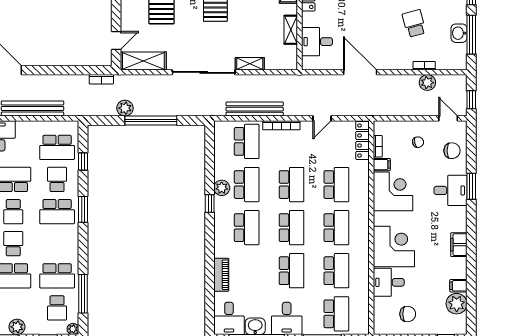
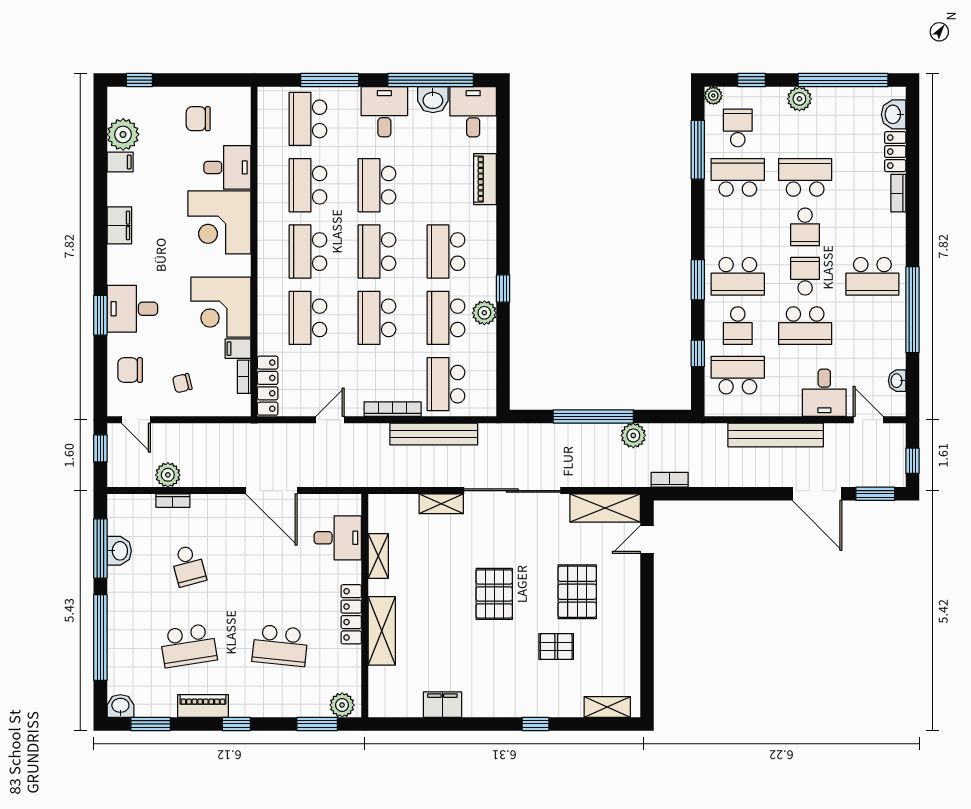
school desk: (57, 212) -> (738, 276), turned 180

